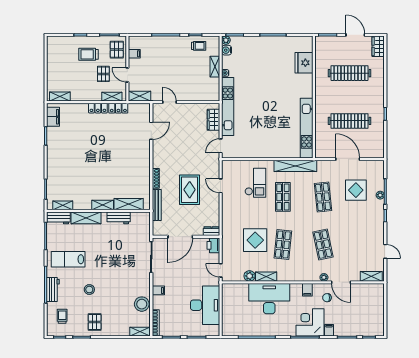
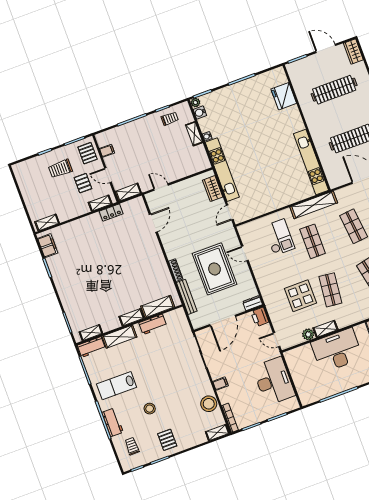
locker: (98, 108) -> (90, 220), removed
rug: (190, 190) -> (214, 269), width x1.37, depth x1.44

